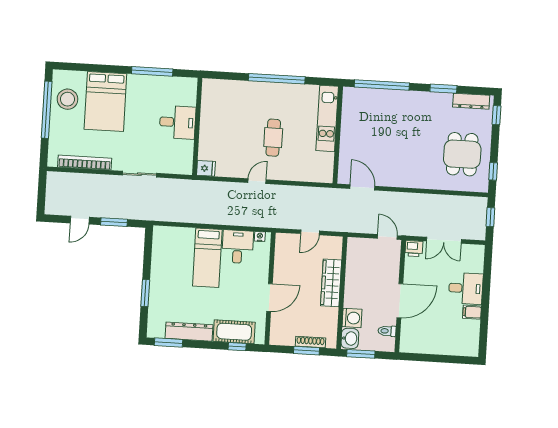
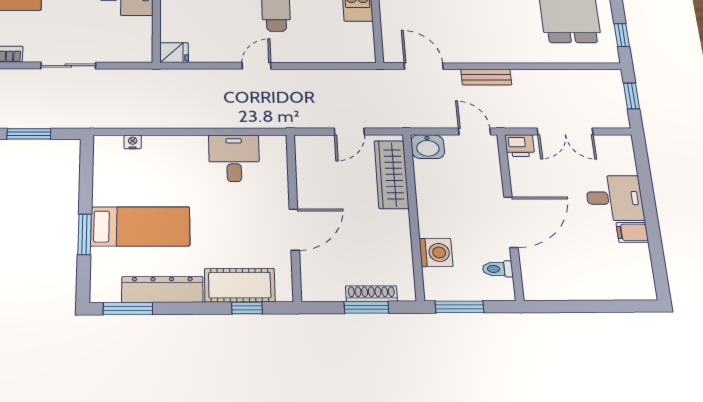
bench: (401, 198) -> (486, 77), added
nightstand: (260, 236) -> (133, 142), moved
bed: (207, 258) -> (140, 226), moved, turned -90
wardrobe: (331, 283) -> (391, 174), moved
washbasin: (350, 338) -> (428, 147), moved, turned 90

